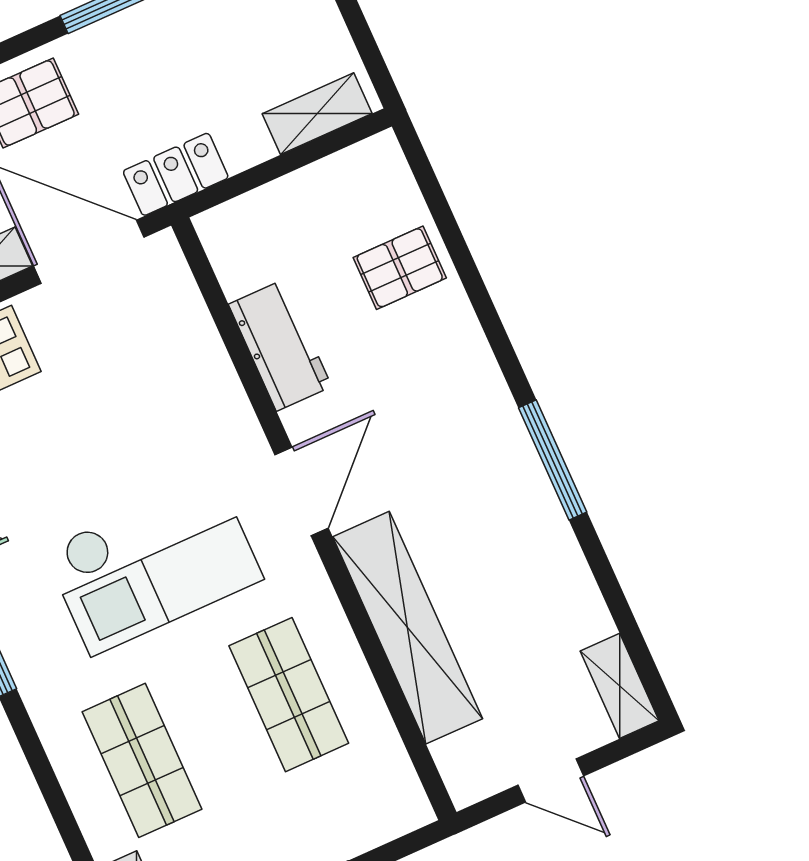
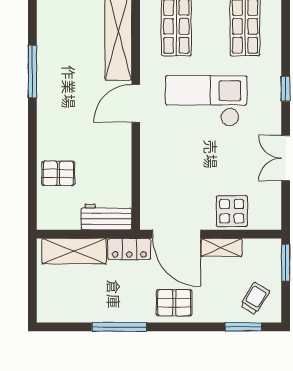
shelving: (317, 114) -> (74, 251), width x1.50, depth x1.33
workbench: (280, 345) -> (106, 217), moved, turned 90

